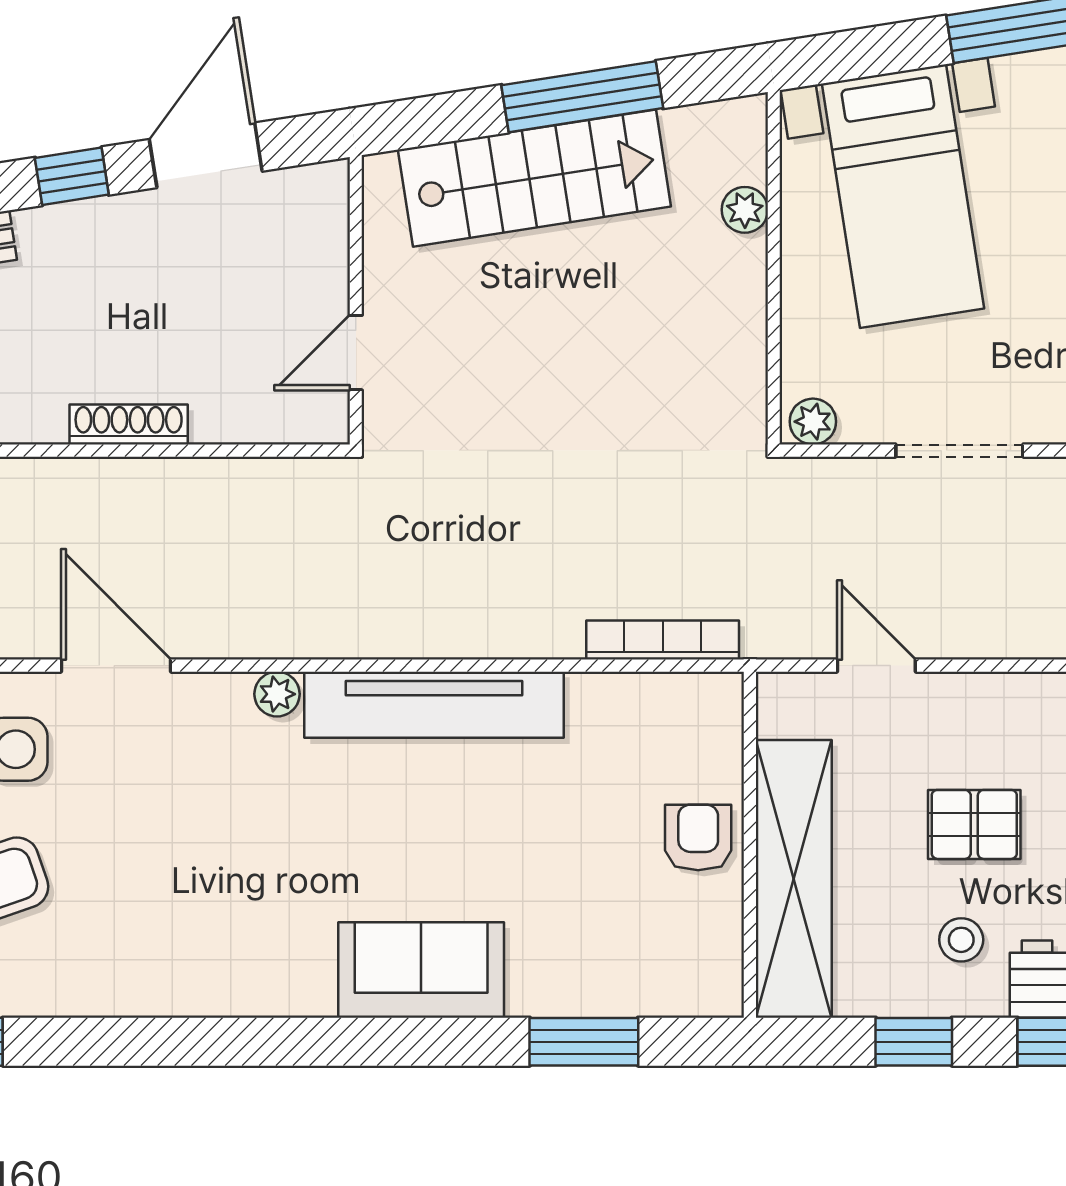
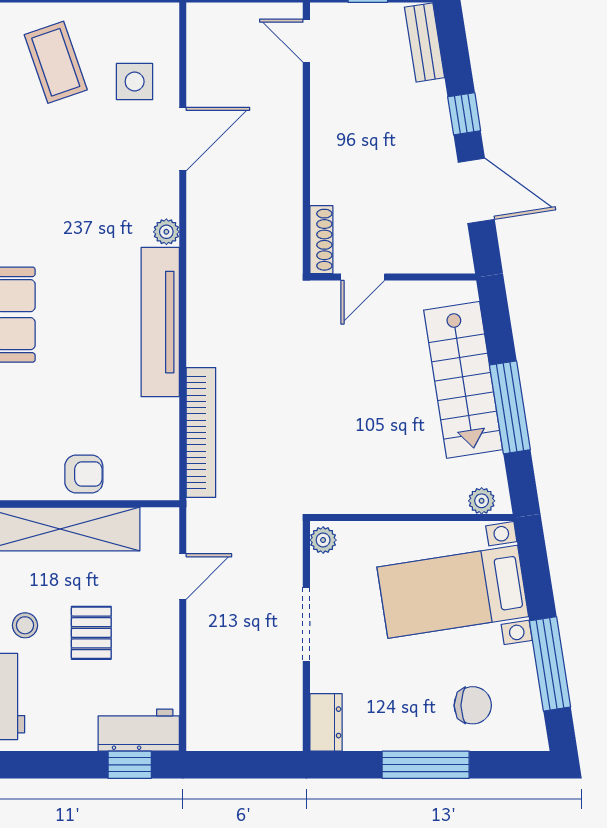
plant: (745, 210) -> (482, 501), moved
door: (356, 353) -> (363, 277), swing flipped
shoe rack: (129, 425) -> (321, 240), moved
bookcase: (663, 640) -> (201, 432), width x1.48, depth x1.31

